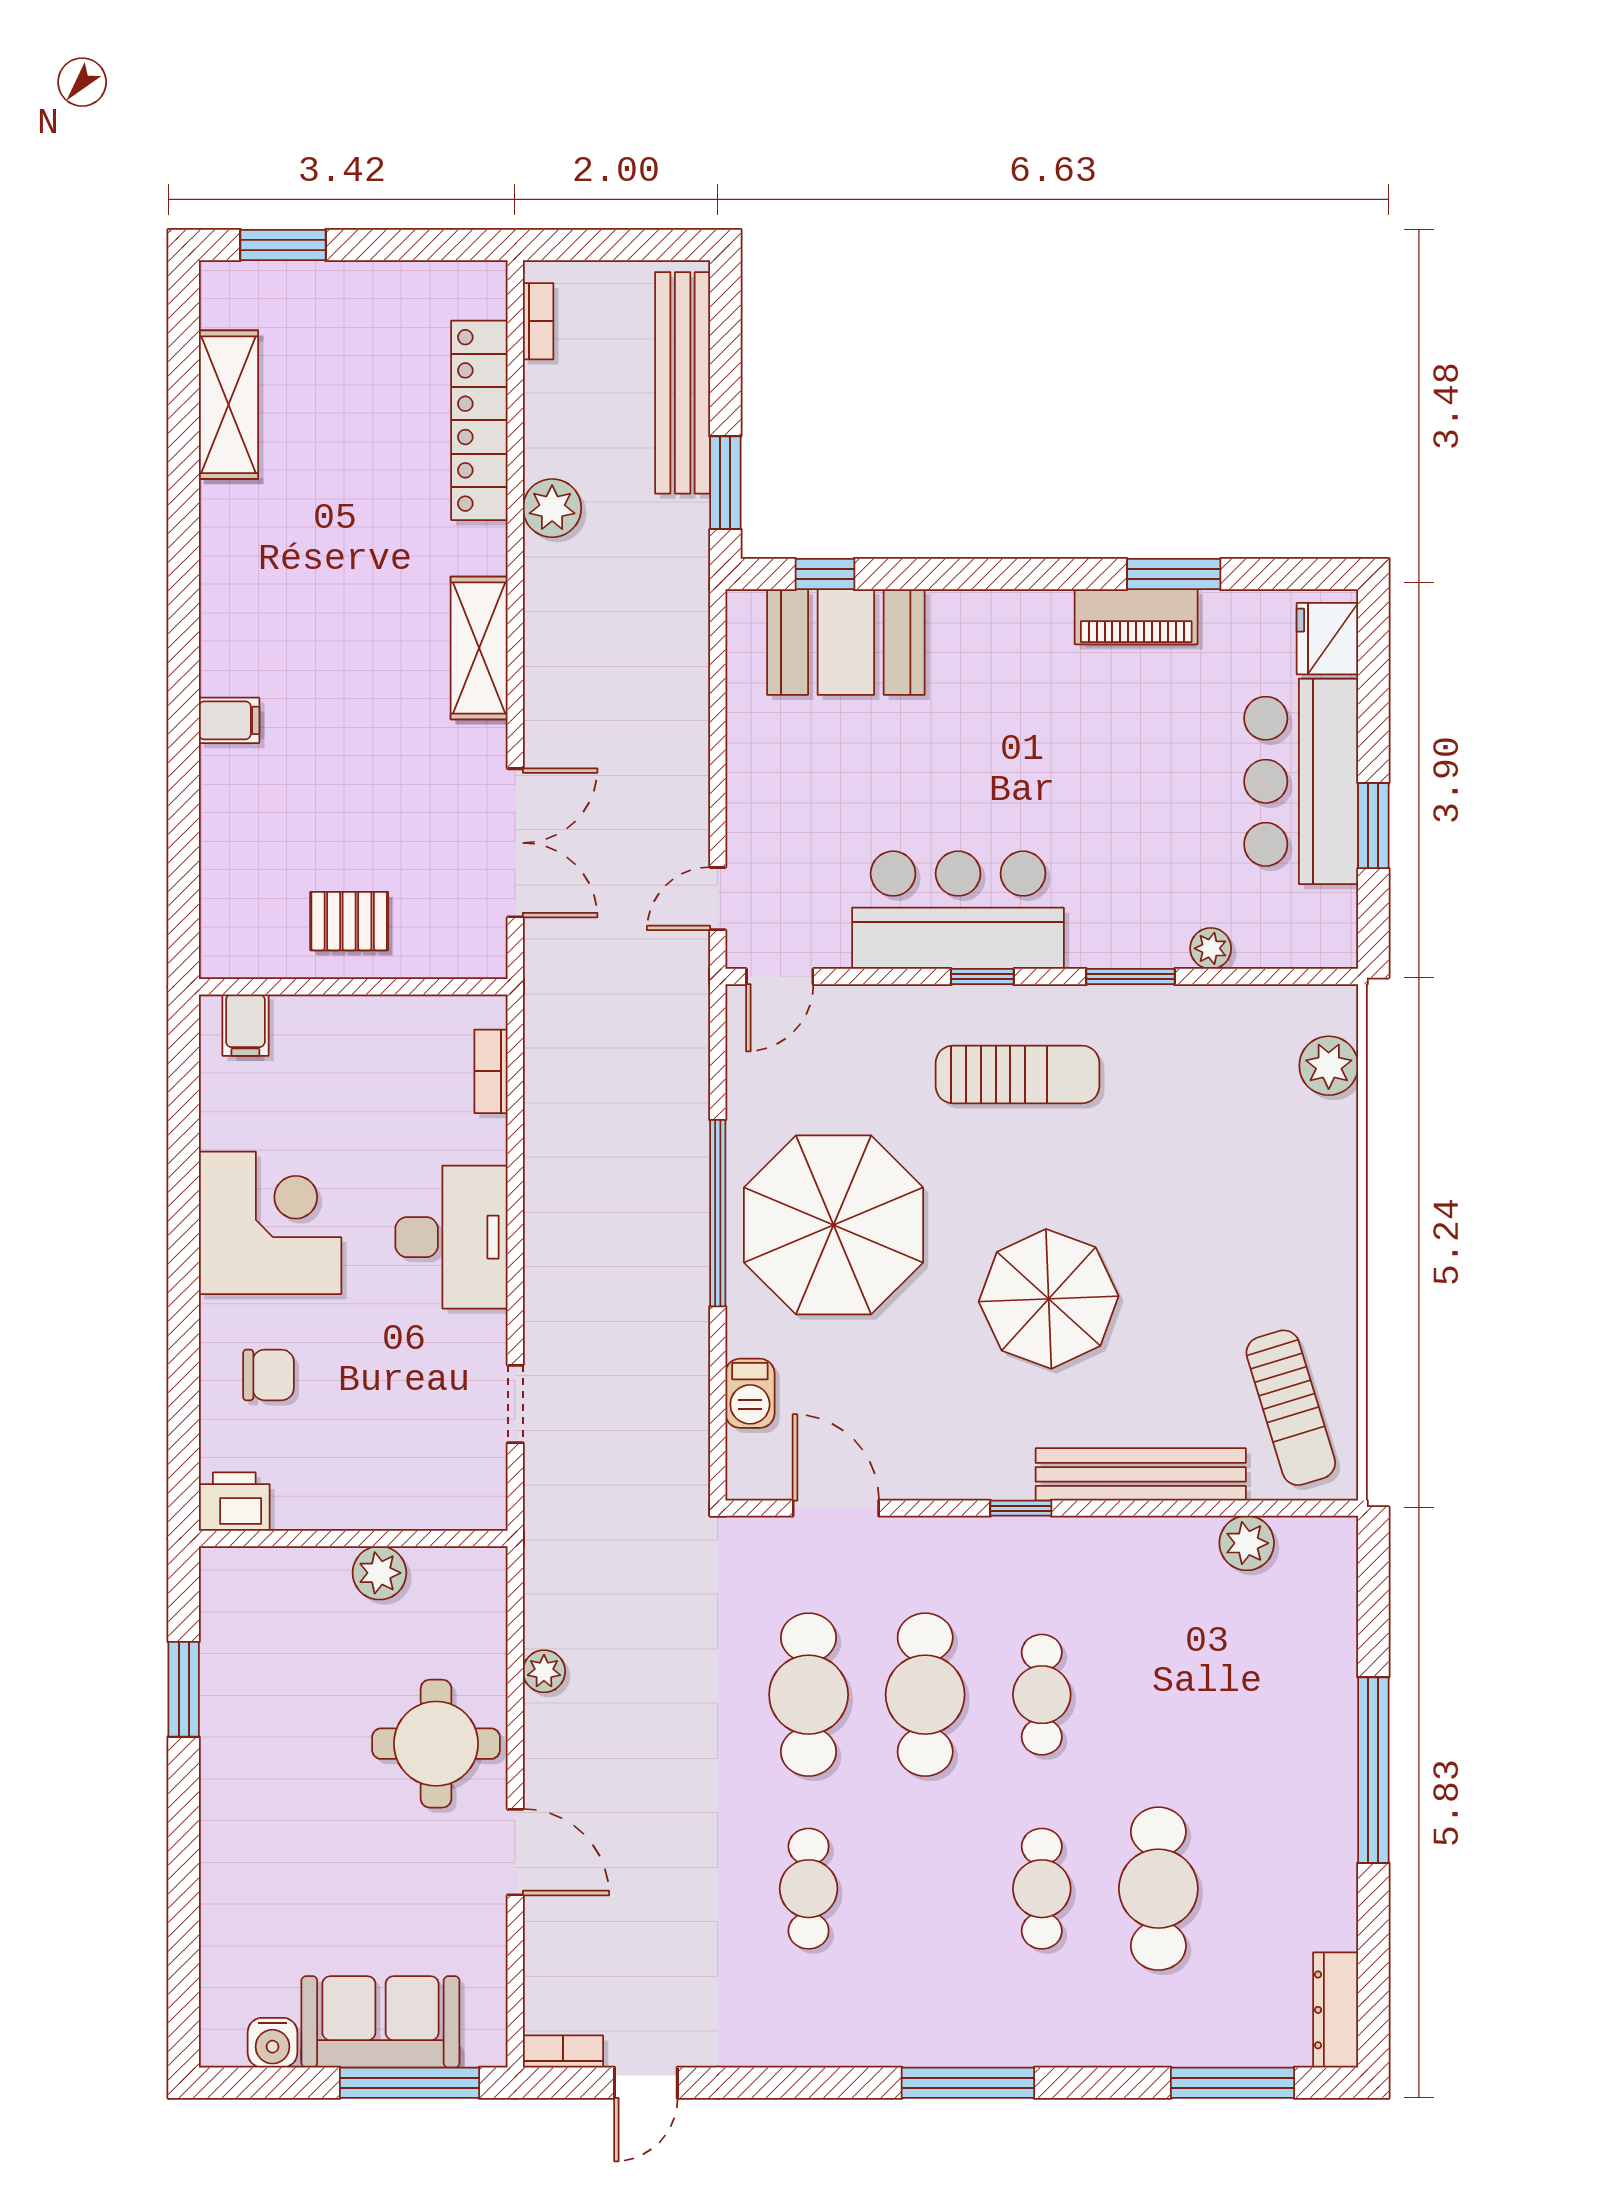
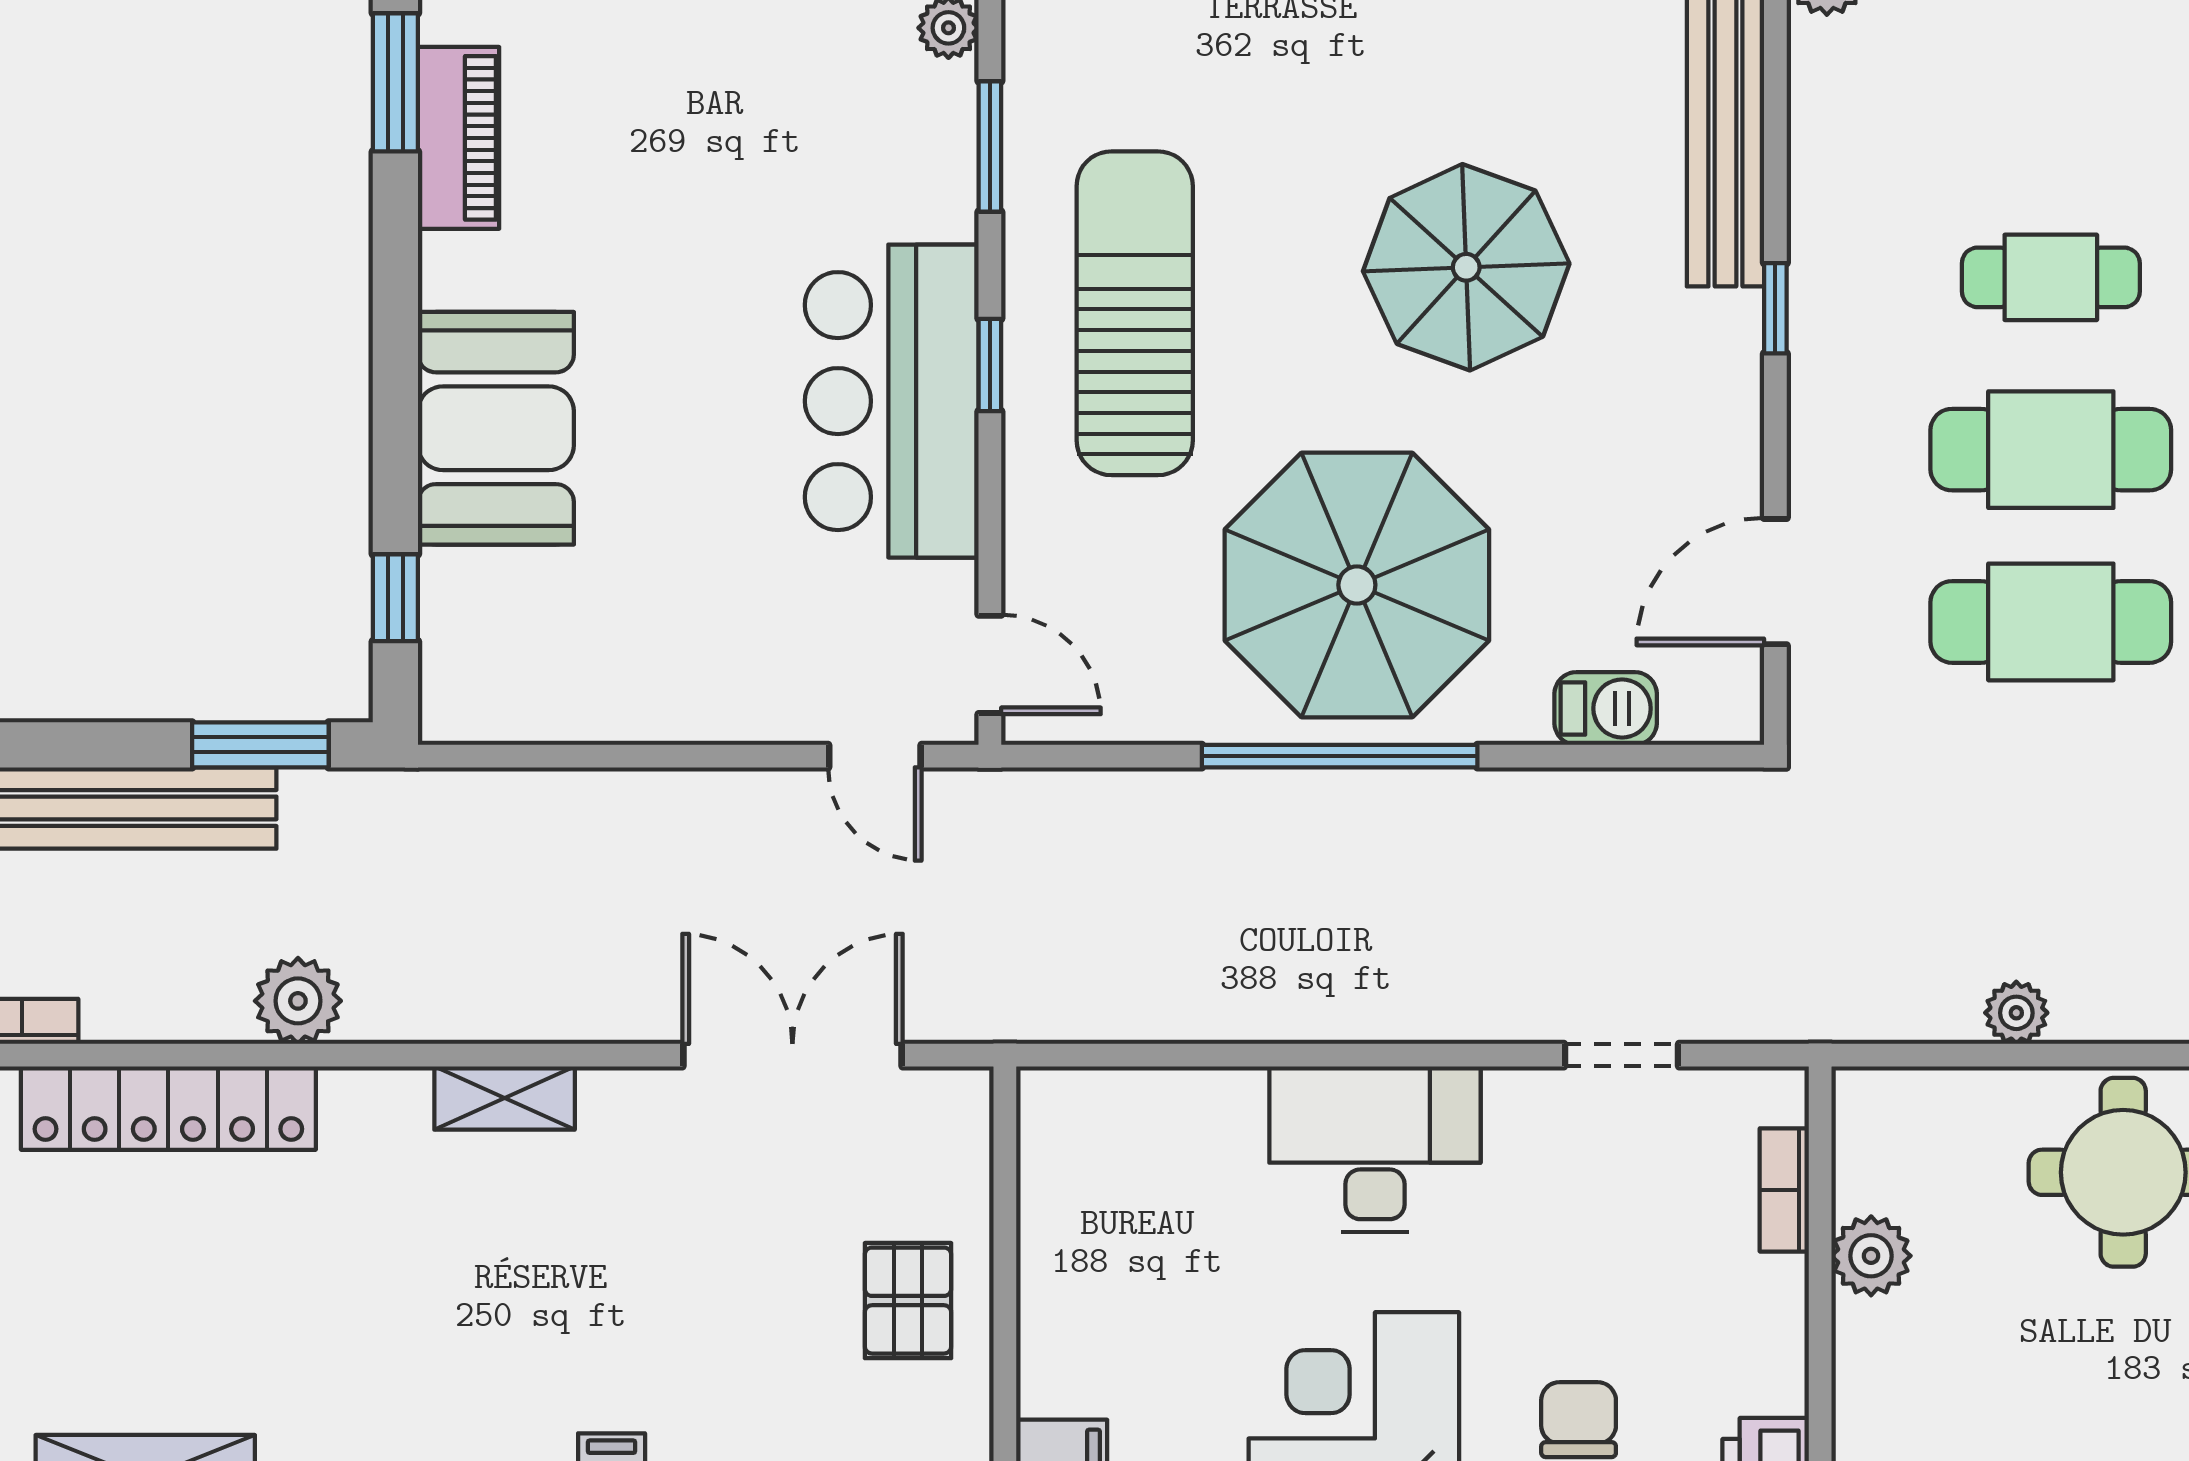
booth: (846, 642) -> (496, 428), moved
shelving: (479, 648) -> (505, 1098), width x0.67, depth x0.75
bookcase: (491, 1071) -> (1784, 1190), moved, turned 90
sun lounger: (1017, 1074) -> (1135, 313), width x1.36, depth x1.34

